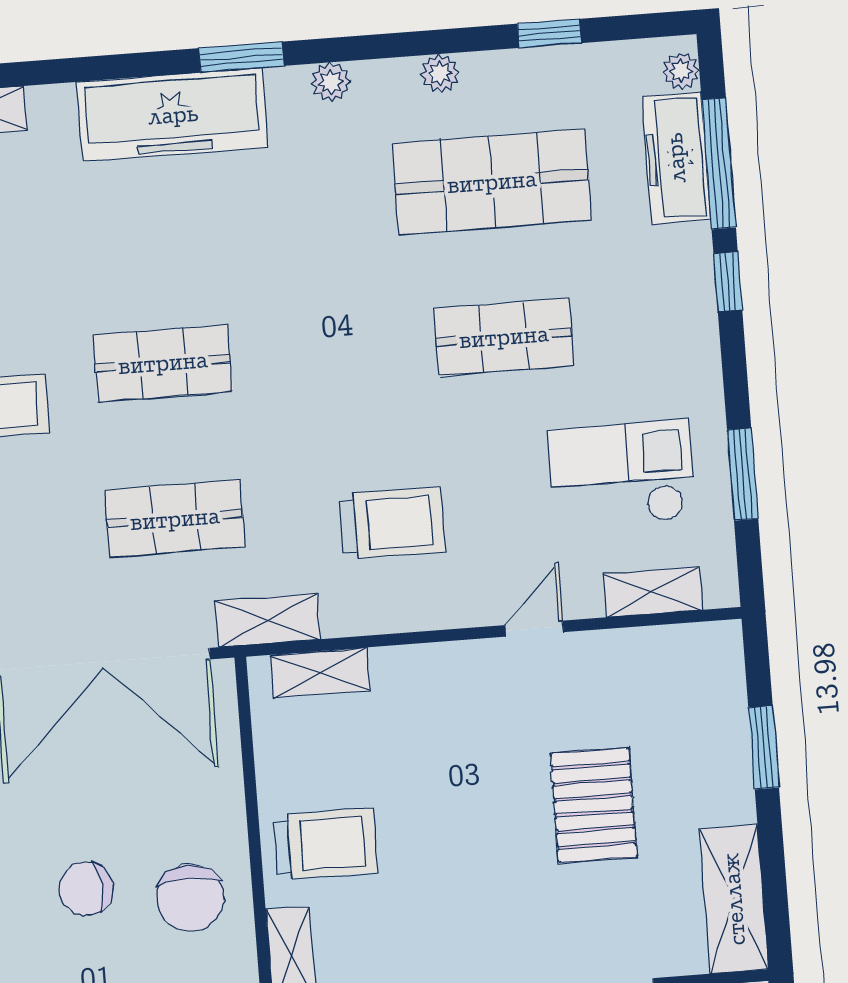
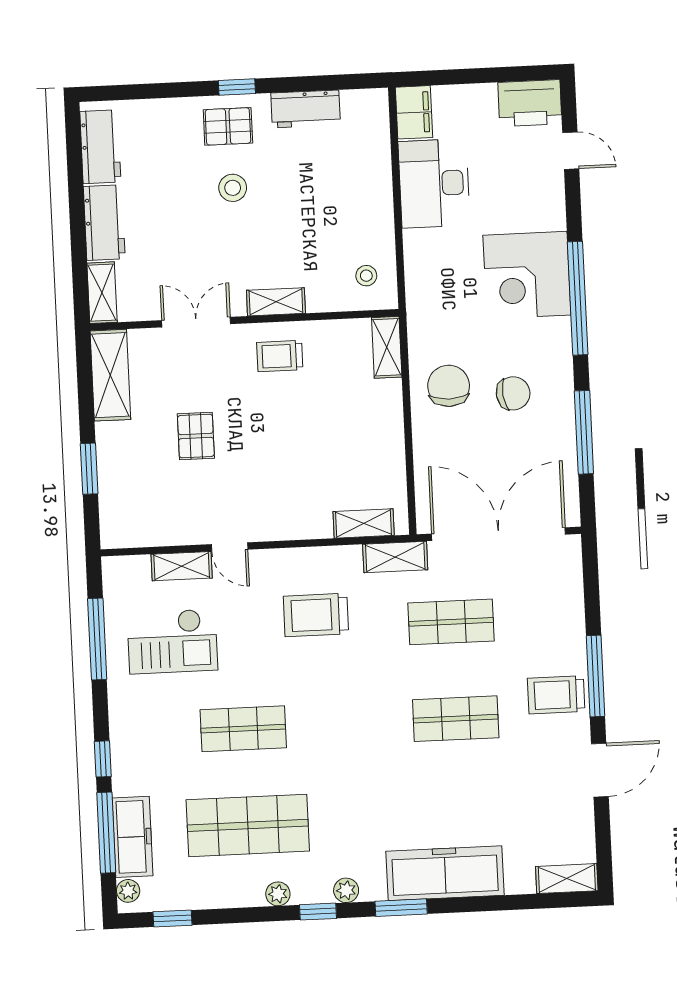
window: (549, 33) -> (172, 918), moved
window: (375, 47) -> (318, 912), added
window: (743, 474) -> (97, 639), width x1.44
shelving: (653, 592) -> (182, 566), moved
door: (534, 629) -> (230, 547), hinge flipped
pallet: (594, 805) -> (196, 436), width x0.67, depth x0.71
trolley: (325, 844) -> (280, 356), moved, width x0.73, depth x0.72

